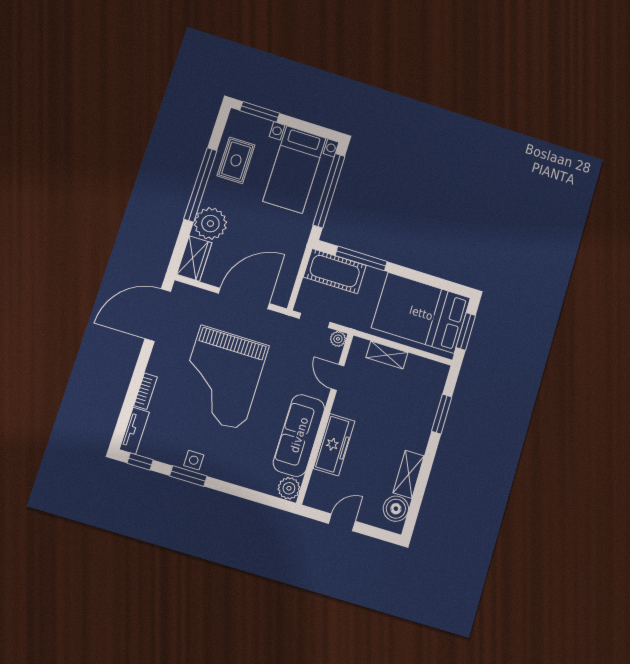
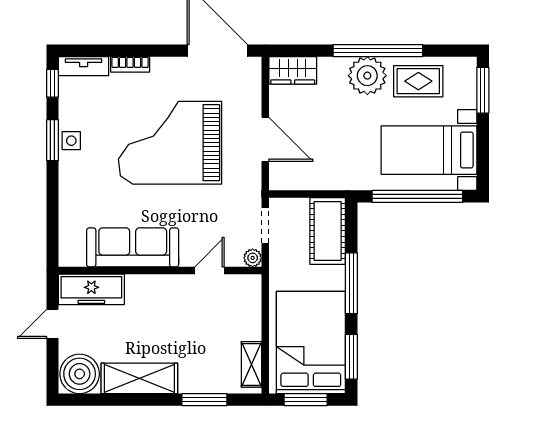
plant: (210, 224) -> (367, 76), moved
window: (361, 258) -> (351, 283), moved
window: (442, 284) -> (351, 357), added
door: (244, 298) -> (265, 139), width x0.73
shelving: (387, 355) -> (251, 364), moved
freezer: (334, 445) -> (91, 289), moved
shelving: (409, 474) -> (139, 378), width x1.50, depth x1.33
plant: (289, 488) -> (72, 254), removed
boiler: (396, 509) -> (80, 374), width x1.37, depth x1.37
door: (342, 522) -> (52, 324), swing flipped

